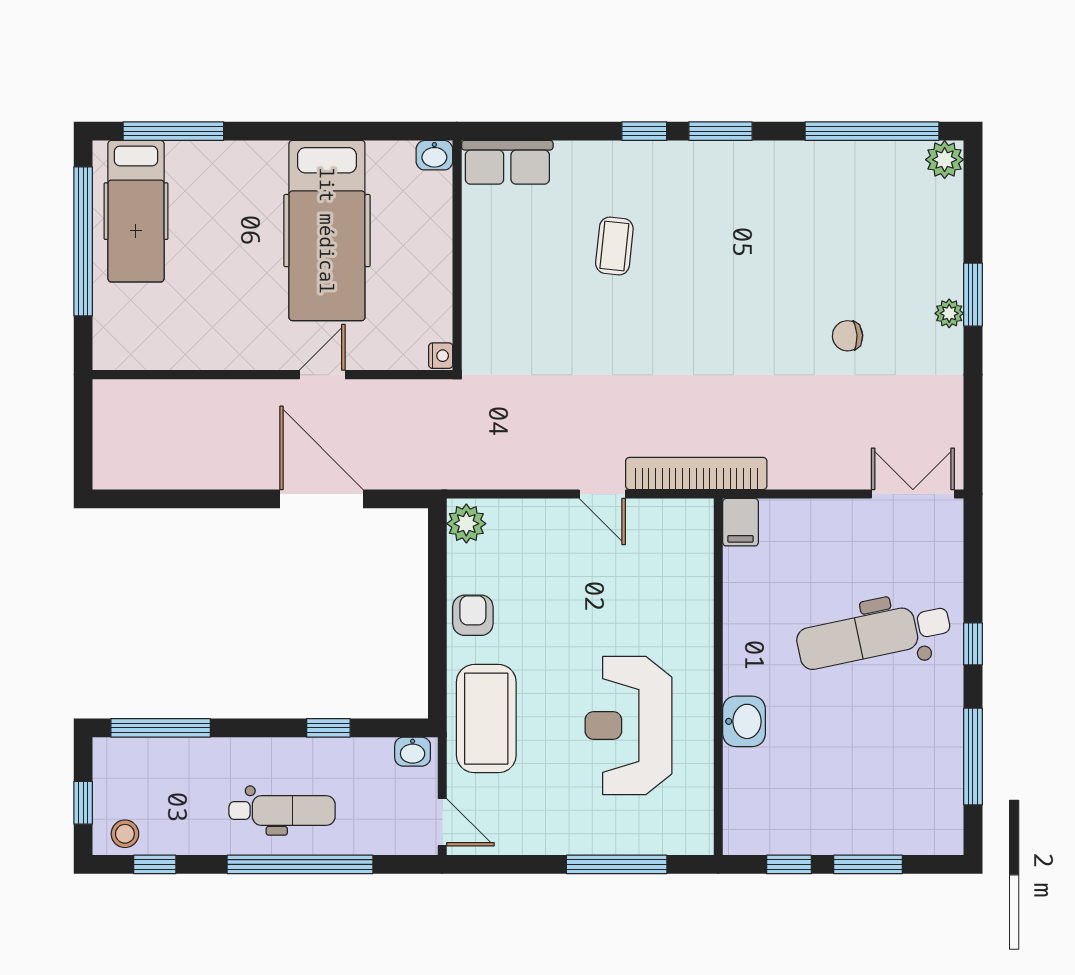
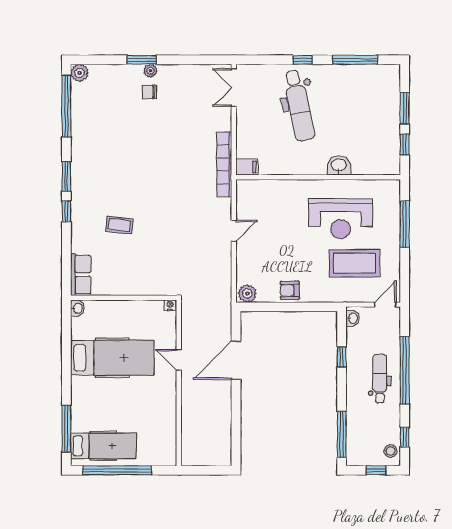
chair: (848, 336) -> (149, 92), moved, turned 93
bookcase: (696, 473) -> (224, 165), moved
coffee table: (486, 719) -> (354, 263), moved

